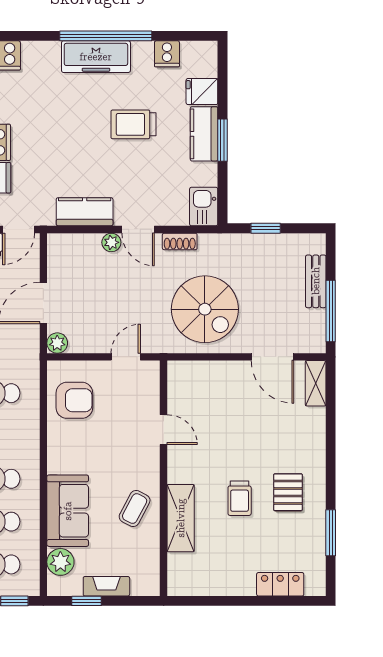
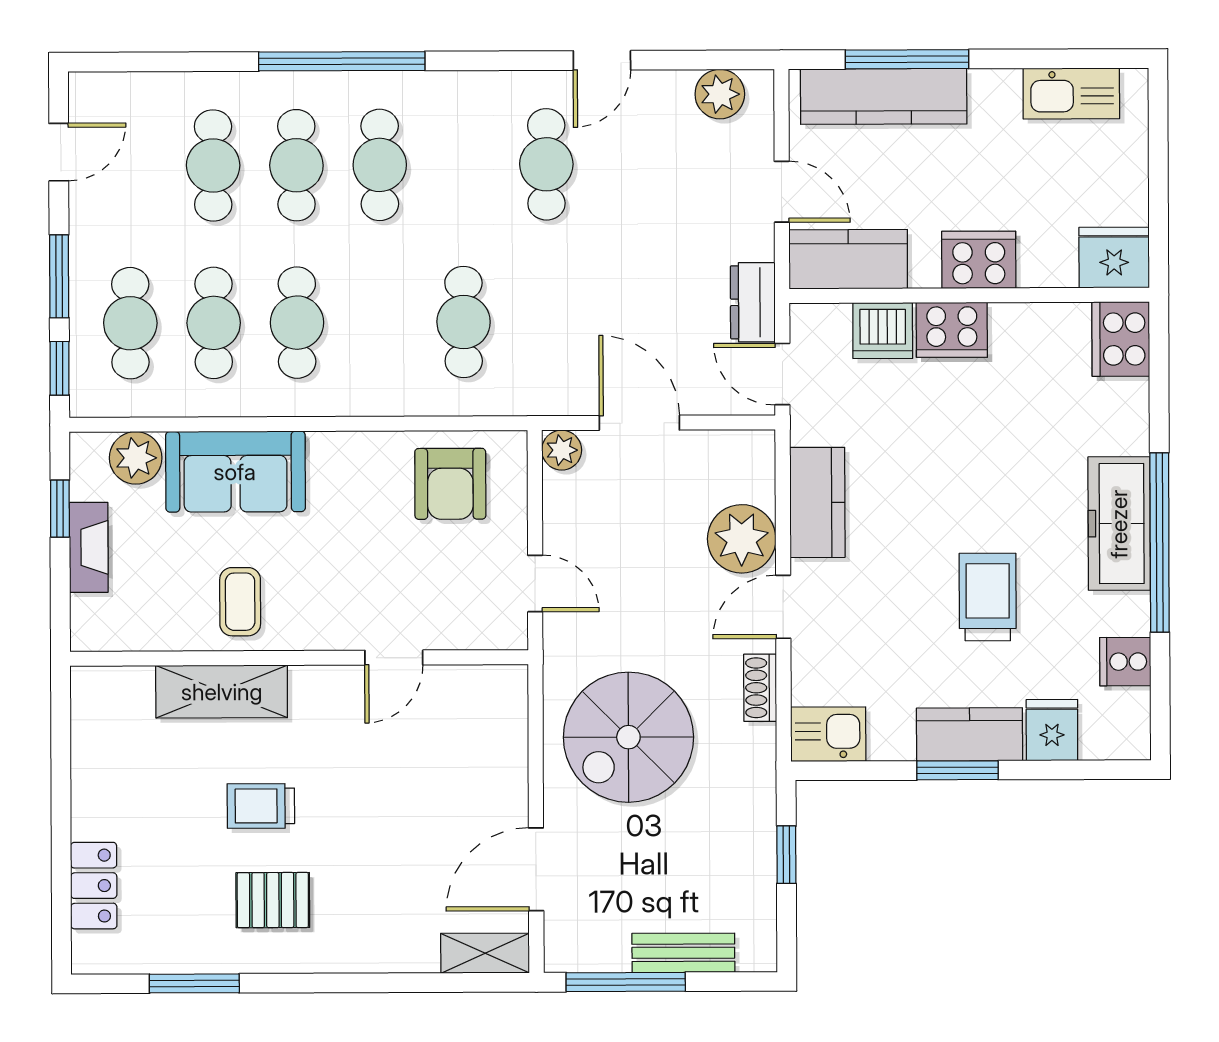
plant: (111, 242) -> (742, 539), width x1.87, depth x1.87
coffee table: (135, 509) -> (240, 602), turned 62

